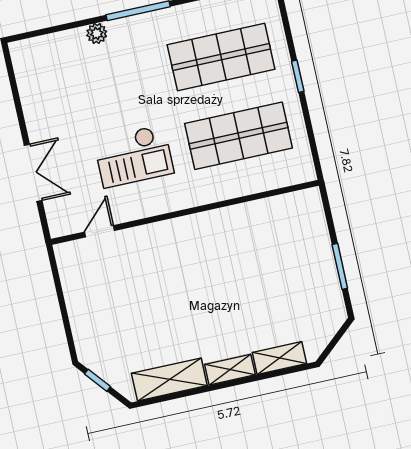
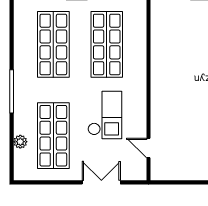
plant: (97, 33) -> (20, 142), moved
shop shelf: (86, 87) -> (53, 136), added

